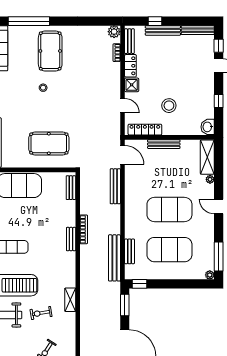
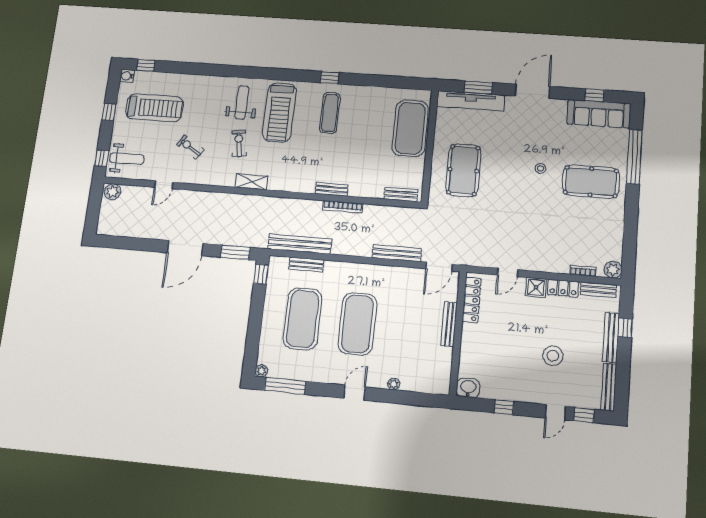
stool: (169, 106) -> (553, 356), moved
shelving: (207, 157) -> (425, 383), removed

